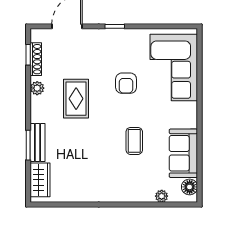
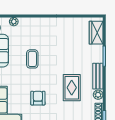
bench: (37, 143) -> (98, 76), moved

